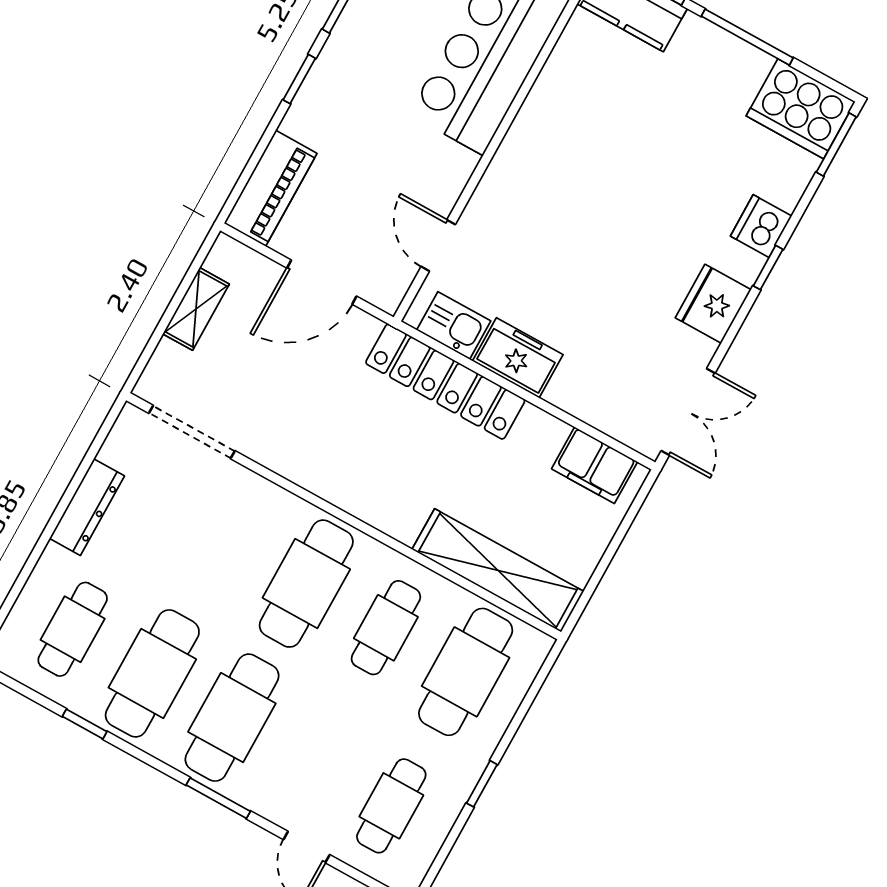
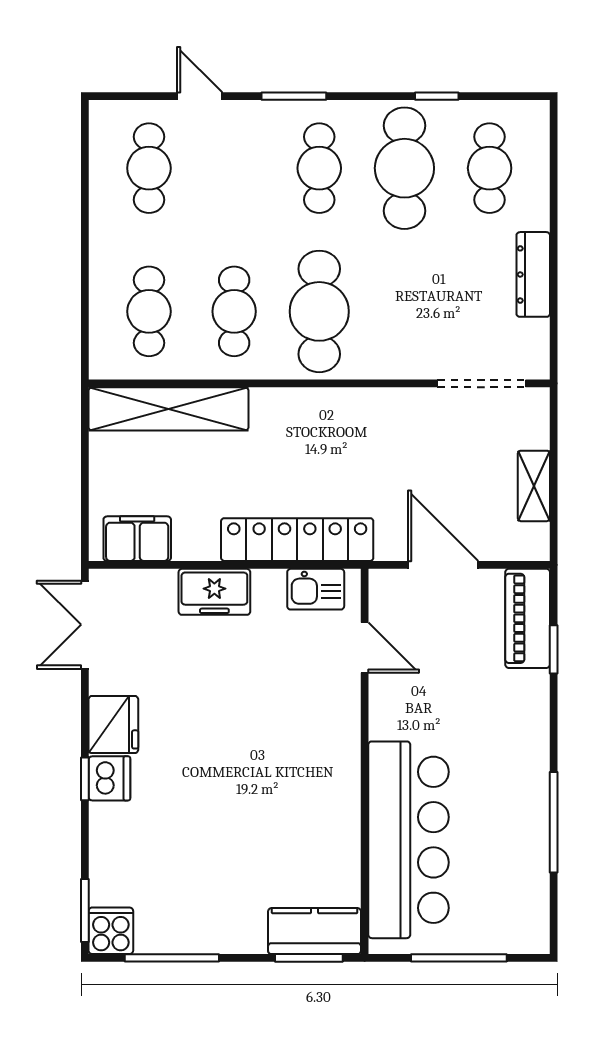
window: (747, 37) -> (172, 958), moved
window: (299, 79) -> (554, 649), moved
cooker: (801, 109) -> (111, 931), width x0.53, depth x0.76
dishwasher: (761, 226) -> (109, 778), moved
door: (322, 282) -> (443, 565), hinge flipped
freezer: (518, 358) -> (214, 592), moved
cafe table: (466, 672) -> (149, 311), width x0.73, depth x0.74
cafe table: (232, 718) -> (319, 168), width x0.73, depth x0.74
window: (482, 784) -> (85, 227), removed

